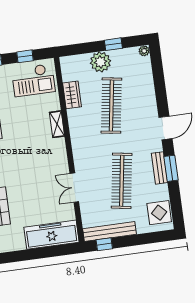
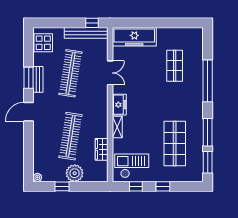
freezer: (58, 151) -> (119, 105), added

